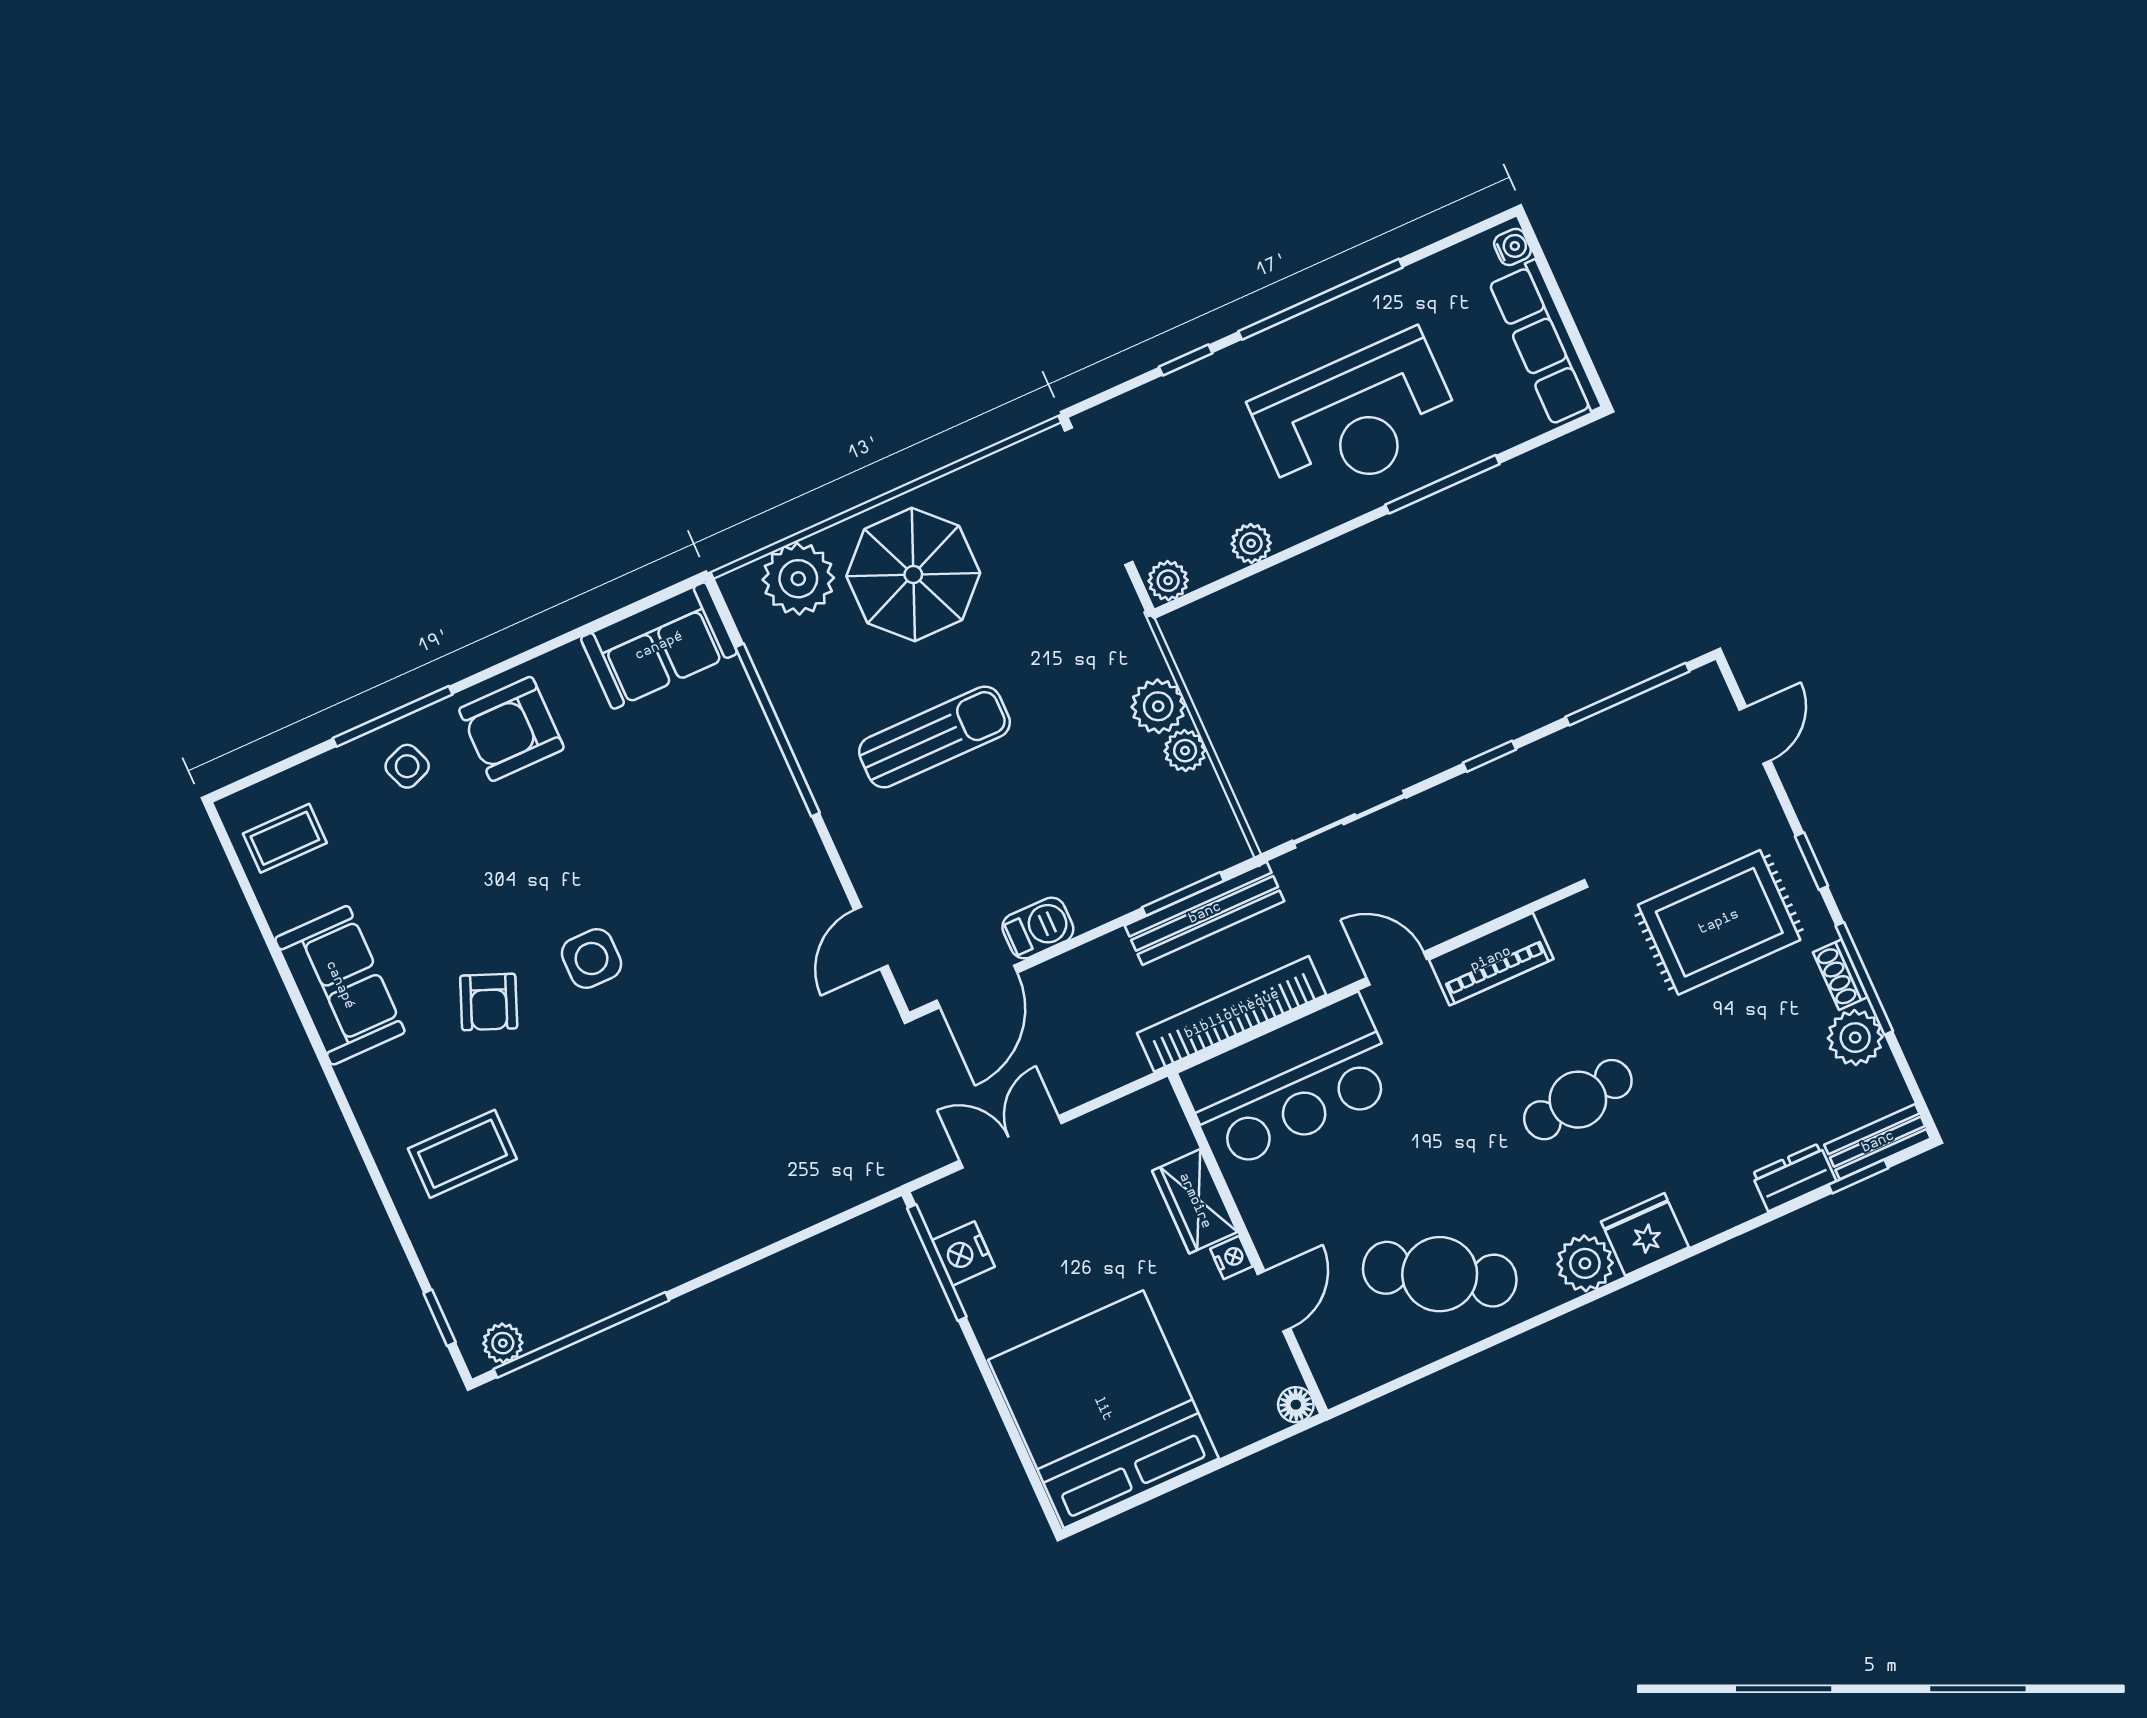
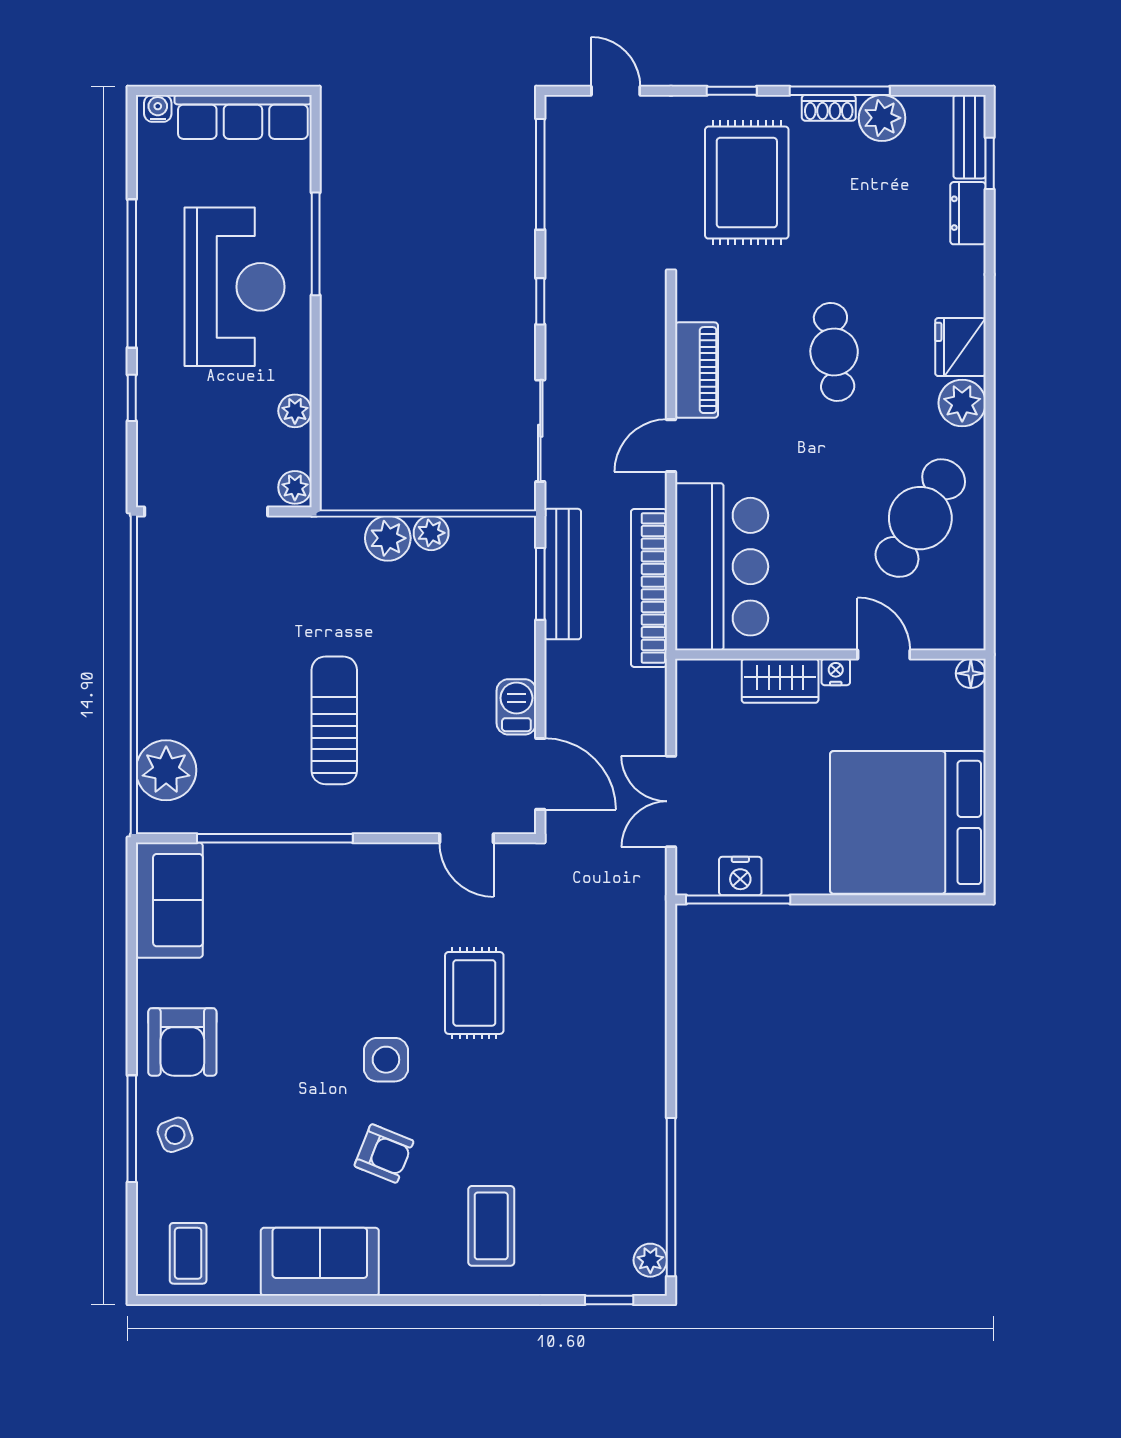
parasol: (913, 574) -> (202, 681), removed
rug: (707, 1022) -> (474, 993), added

